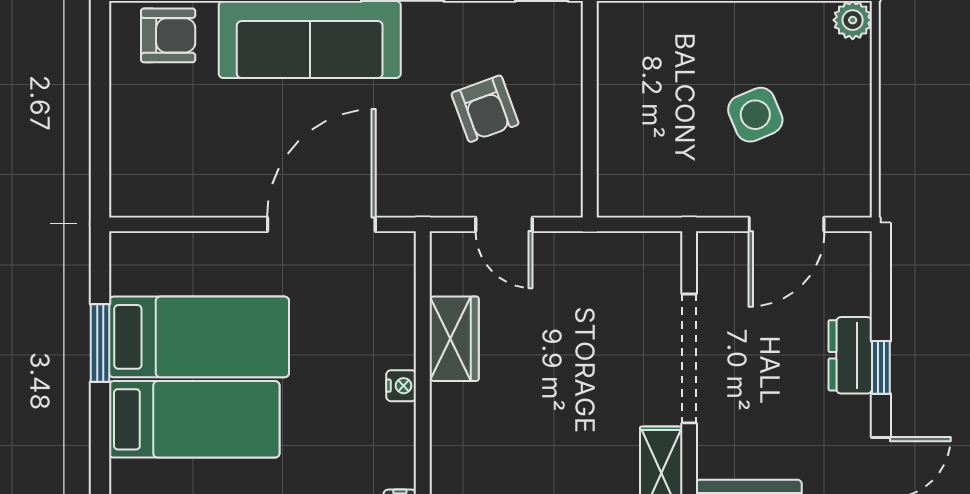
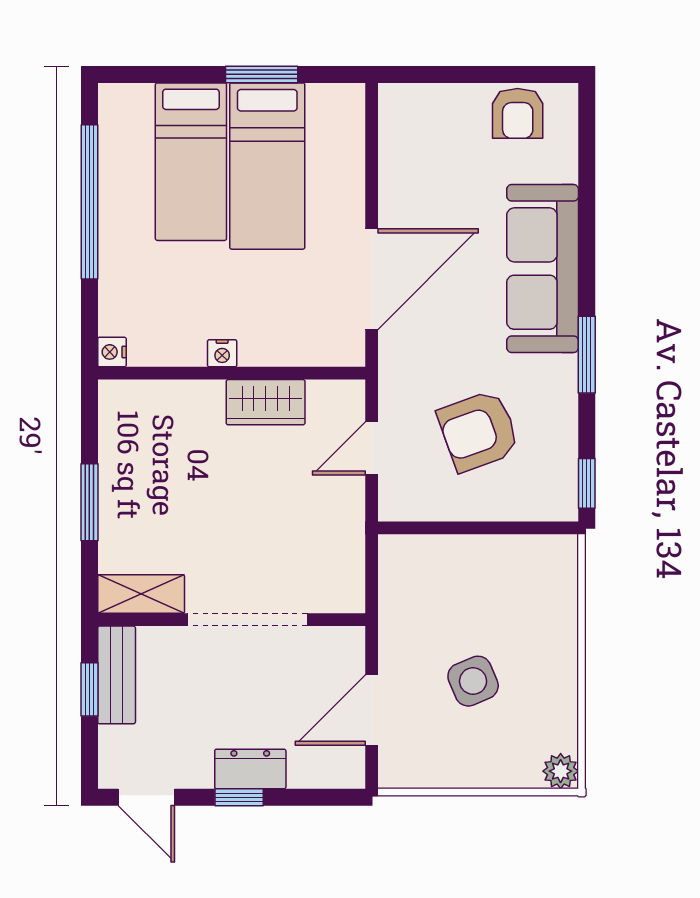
armchair: (168, 35) -> (518, 113), moved
armchair: (485, 109) -> (479, 431), width x1.38, depth x1.38
door: (321, 224) -> (372, 279), hinge flipped
door: (787, 224) -> (372, 710), hinge flipped

